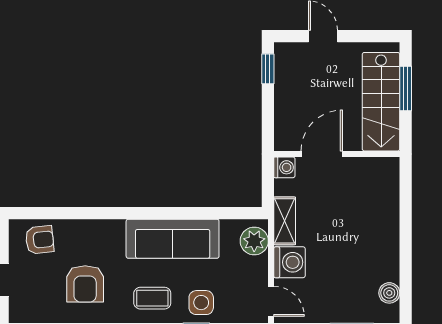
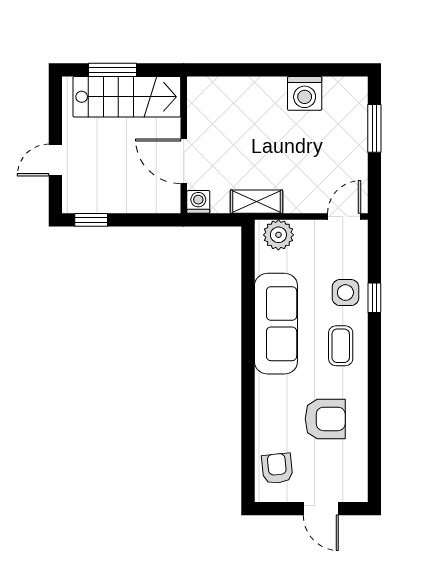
washing machine: (290, 262) -> (305, 93), moved, turned 180
boiler: (389, 293) -> (335, 88), removed

